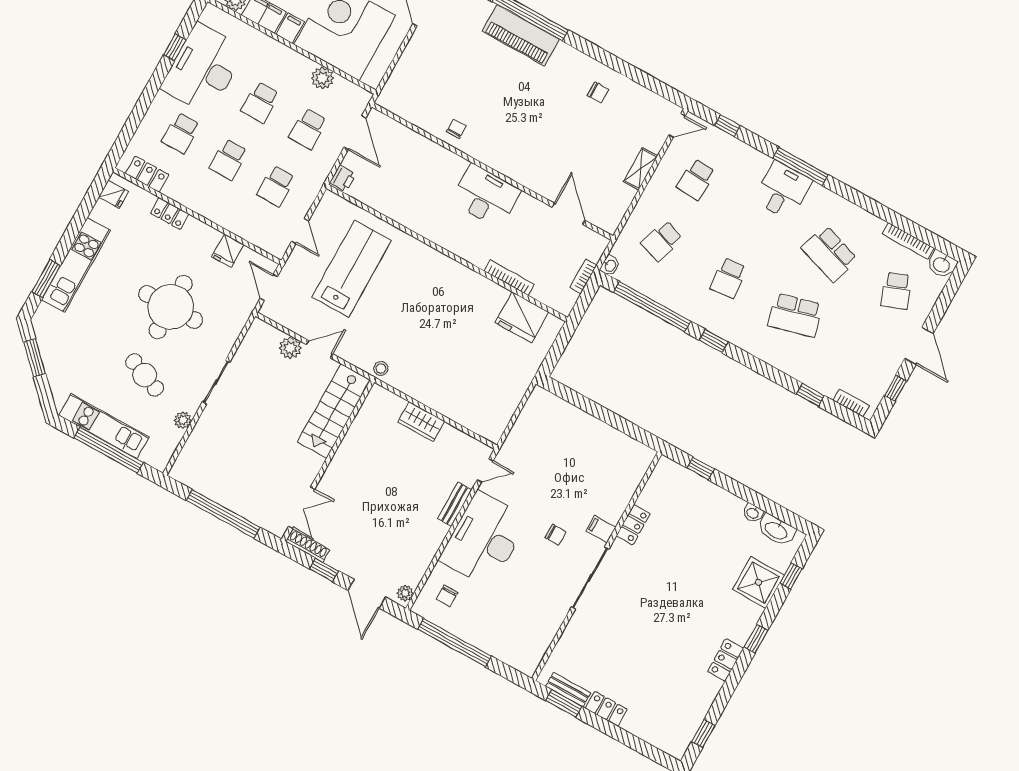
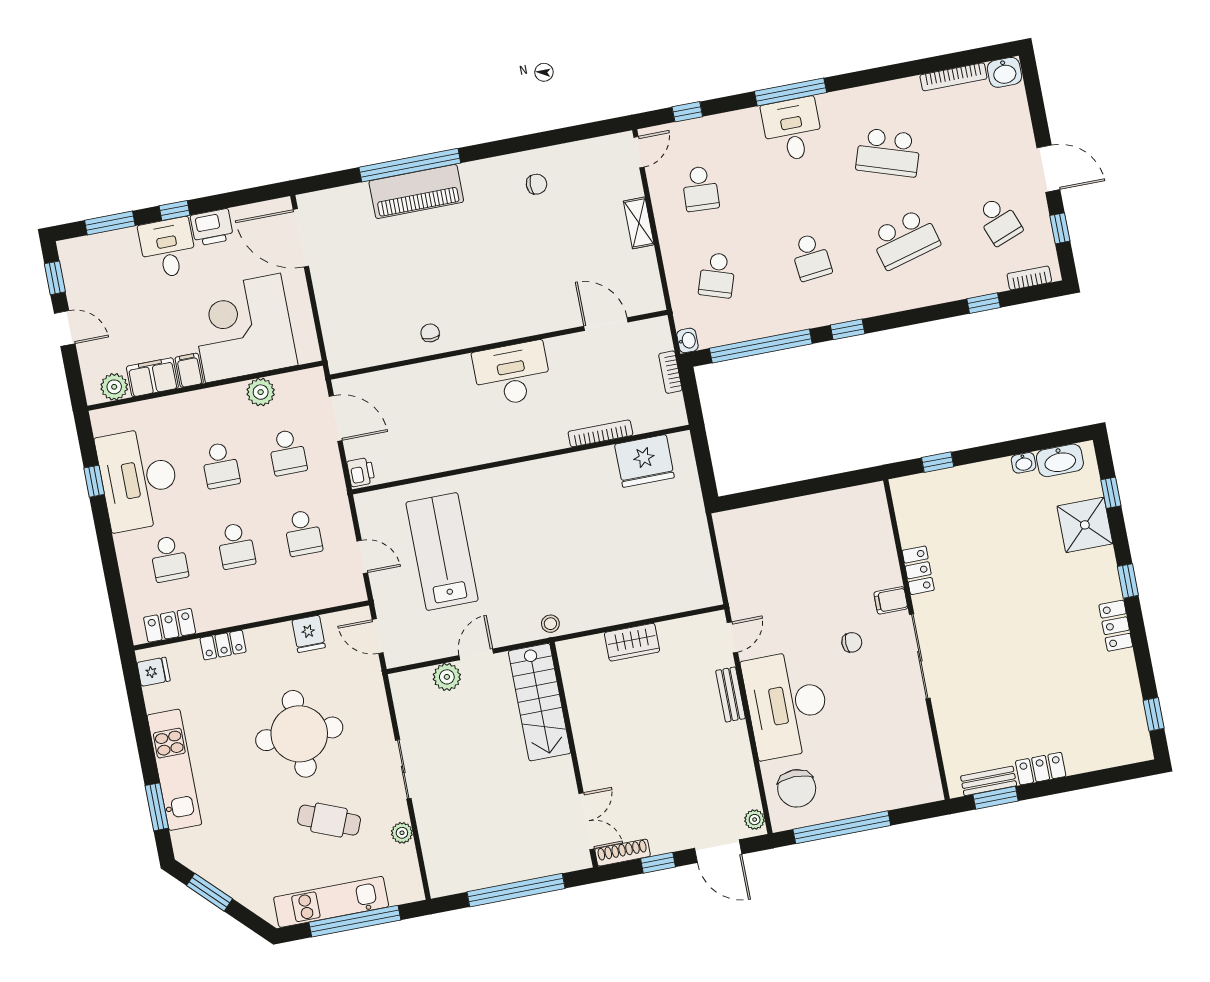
school desk: (896, 291) -> (999, 221), moved
chair: (447, 596) -> (797, 788), width x1.87, depth x1.87

